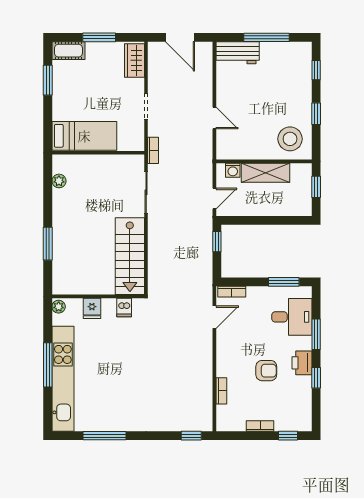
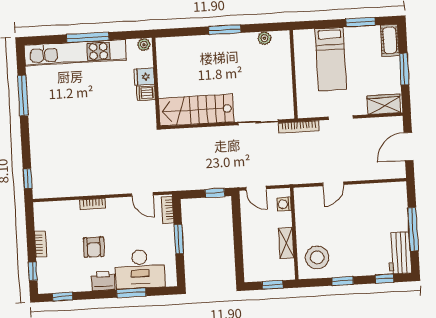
workbench: (238, 53) -> (400, 253), moved
bed: (84, 136) -> (331, 59), moved
bookcase: (153, 150) -> (299, 127), width x1.56
shelving: (265, 173) -> (286, 243), width x0.67, depth x0.75
window: (48, 244) -> (225, 30), moved
window: (284, 282) -> (179, 239), moved
dishwasher: (124, 308) -> (146, 93), moved
desk: (292, 317) -> (140, 269), width x1.37
window: (316, 378) -> (62, 297), moved
bookcase: (221, 391) -> (93, 204), moved

